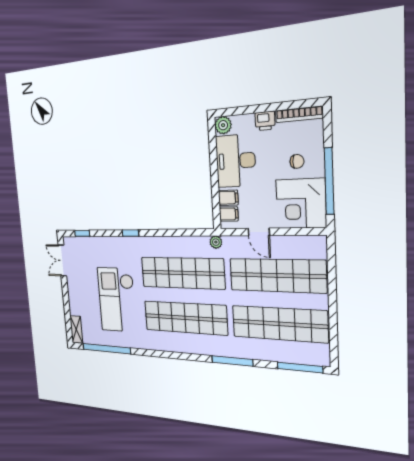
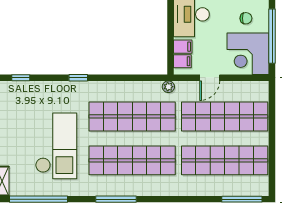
door: (259, 232) -> (210, 78), hinge flipped
checkout: (117, 300) -> (56, 146), turned 180
window: (232, 361) -> (116, 199), moved

